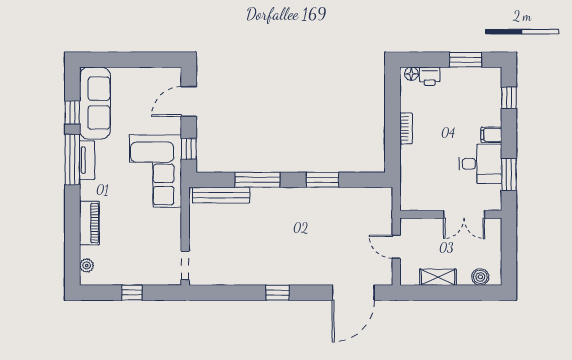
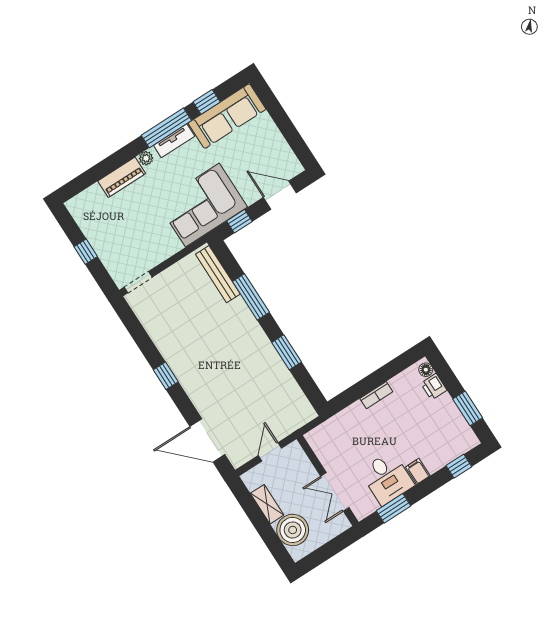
plant: (87, 265) -> (146, 158), moved
boiler: (480, 277) -> (293, 530), width x1.86, depth x1.86

